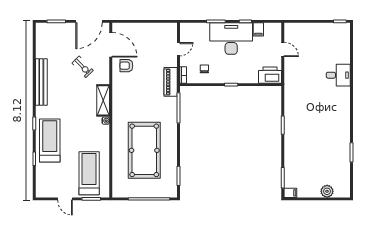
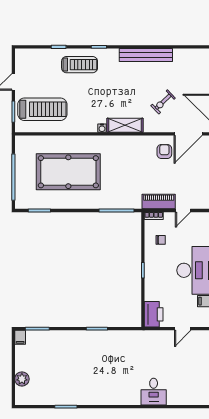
door: (178, 49) -> (183, 211), hinge flipped
piano: (171, 82) -> (159, 202), moved
treadmill: (50, 140) -> (80, 65), width x0.73, depth x0.73

